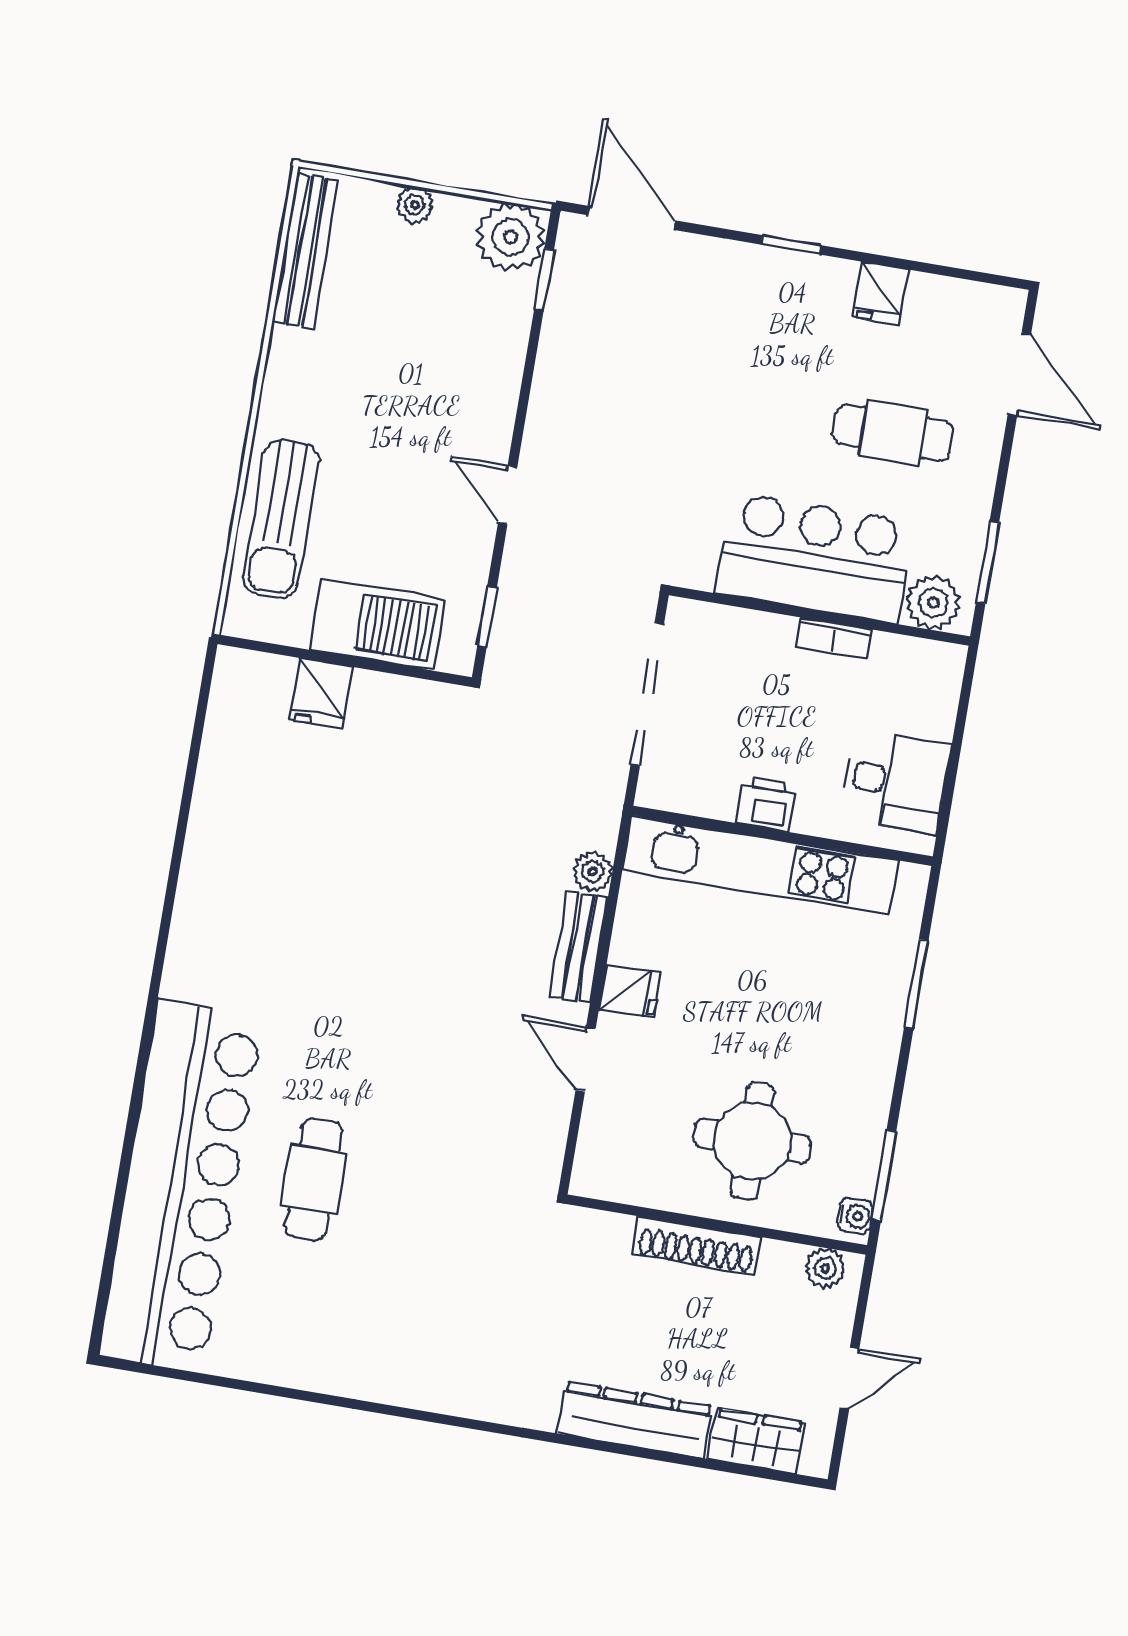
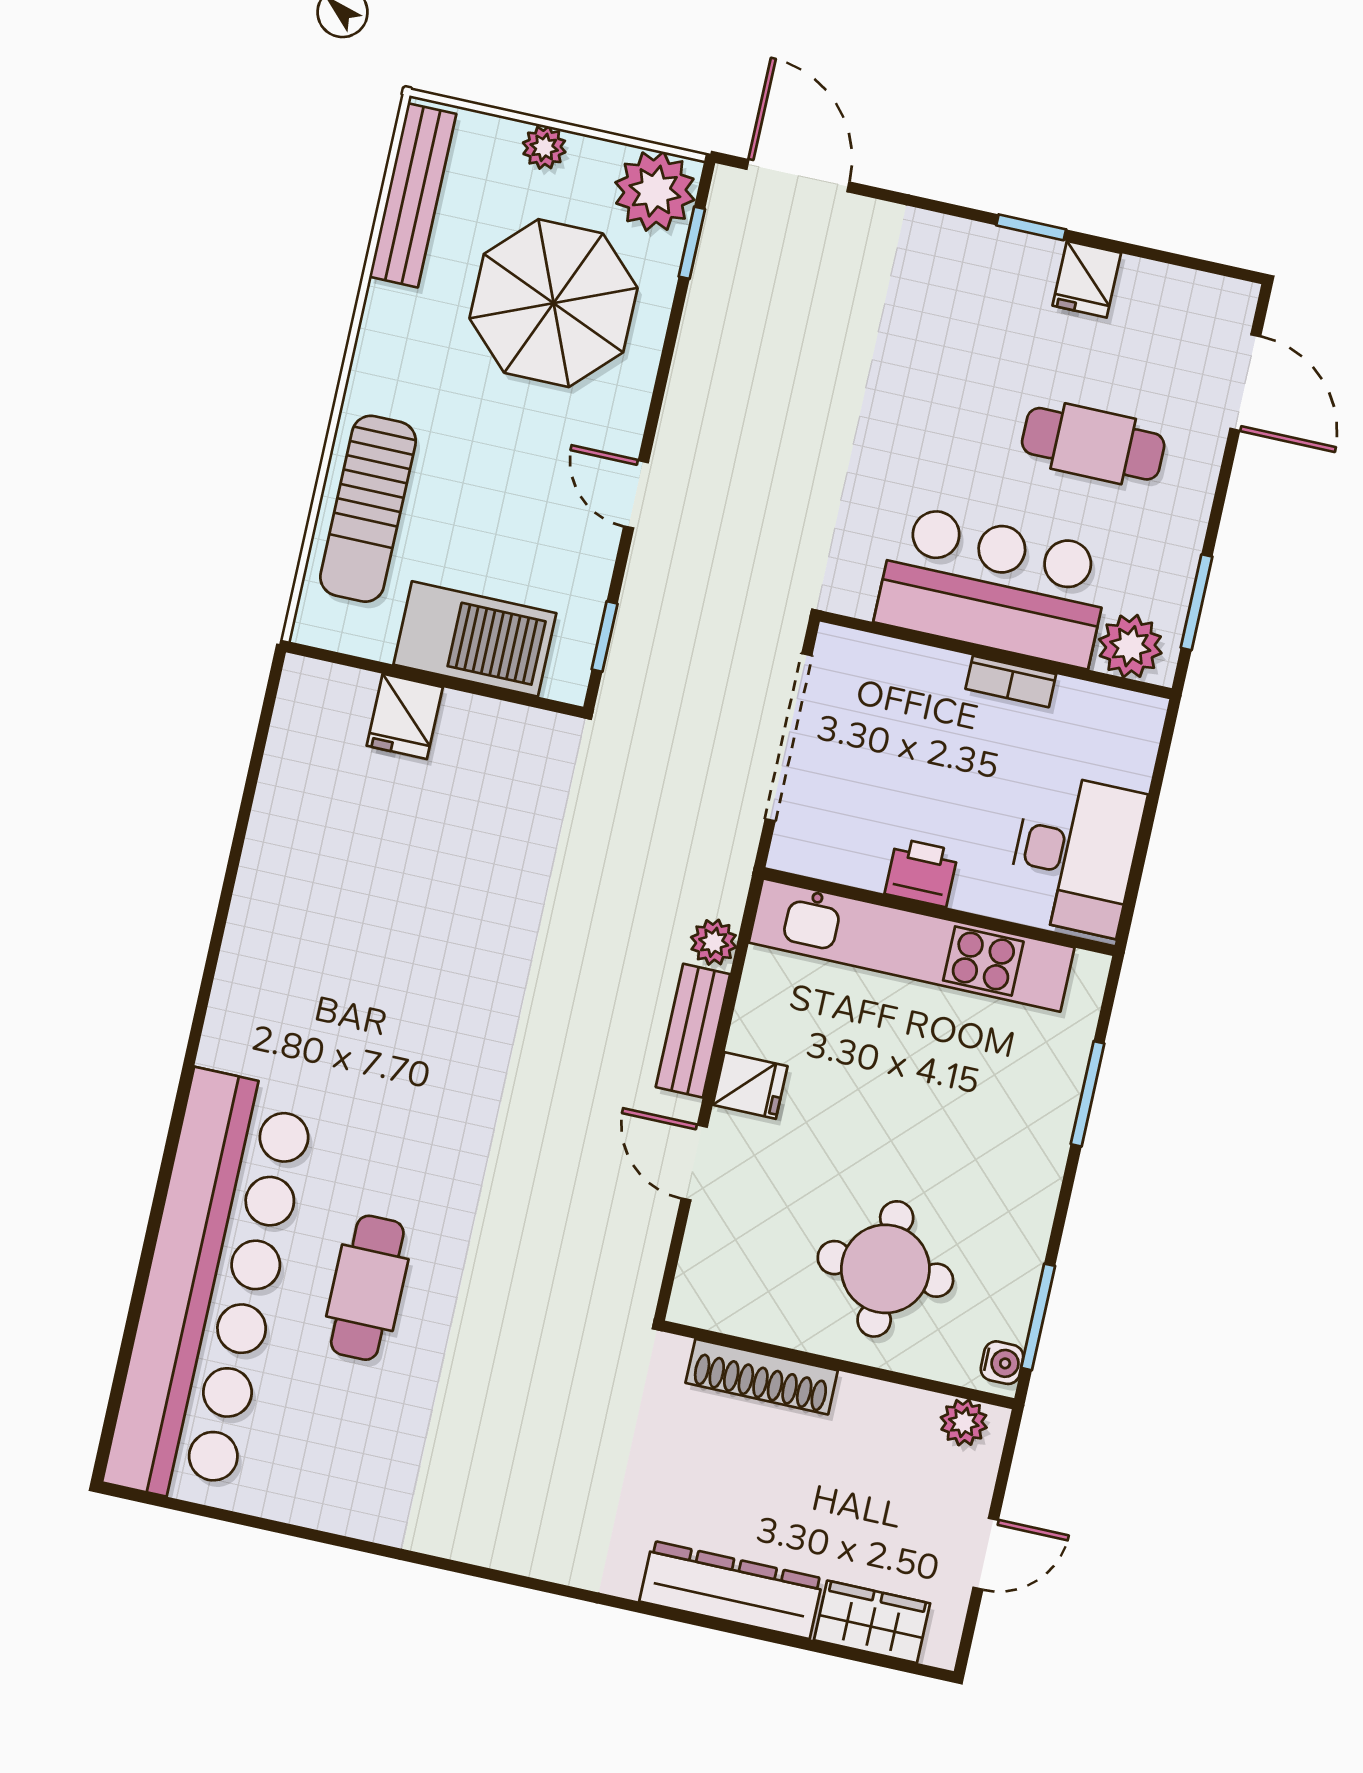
window: (791, 245) -> (1031, 227), moved
parasol: (429, 336) -> (554, 303), added
desk: (895, 781) -> (1075, 854), width x1.37
shoe rack: (696, 1245) -> (762, 1377), moved

